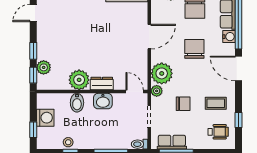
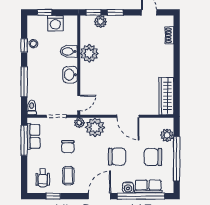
dresser: (102, 84) -> (86, 74), removed

